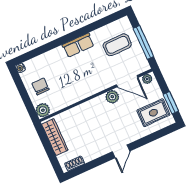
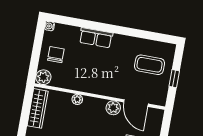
window: (143, 42) -> (174, 79), width x0.46
row of seats: (78, 45) -> (96, 38), moved
plant: (147, 79) -> (77, 99), moved

